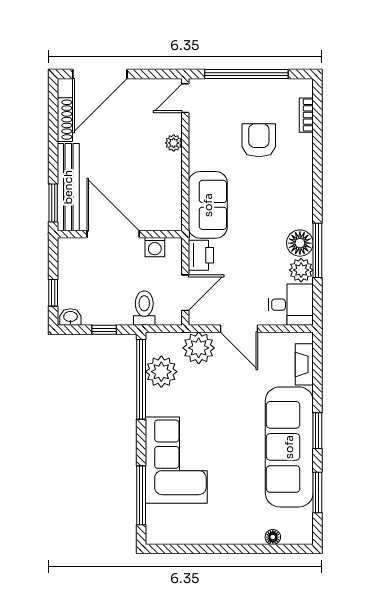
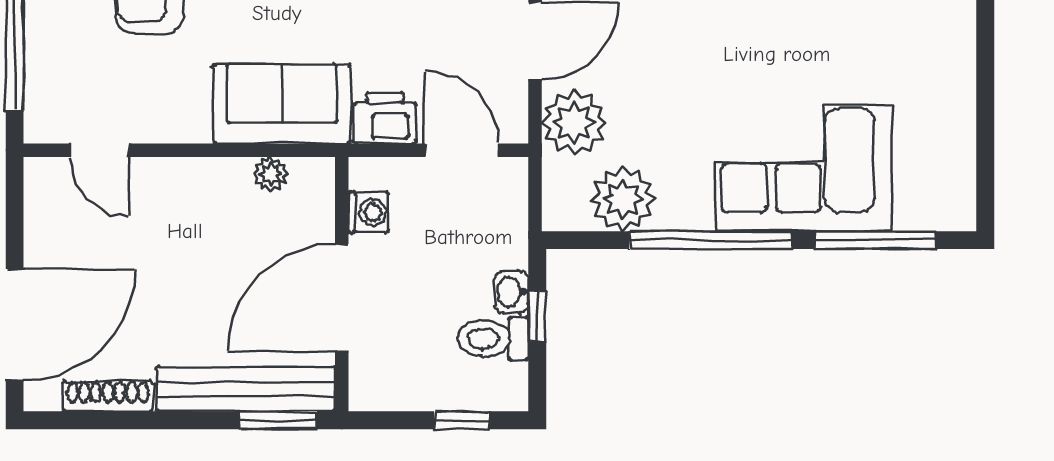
door: (100, 74) -> (15, 325), hinge flipped
door: (185, 98) -> (99, 150), moved
plant: (174, 143) -> (271, 174), moved
toilet: (144, 308) -> (493, 338), moved
washbasin: (70, 317) -> (511, 292), moved
window: (141, 379) -> (711, 240), moved

